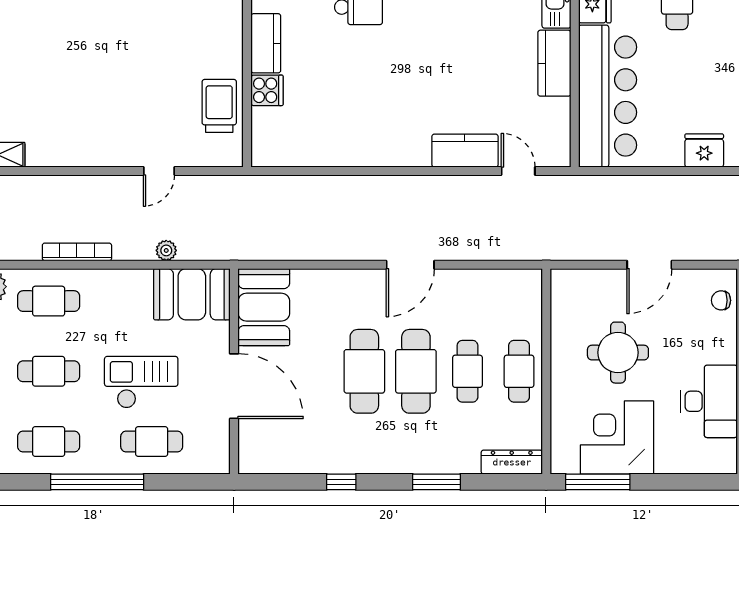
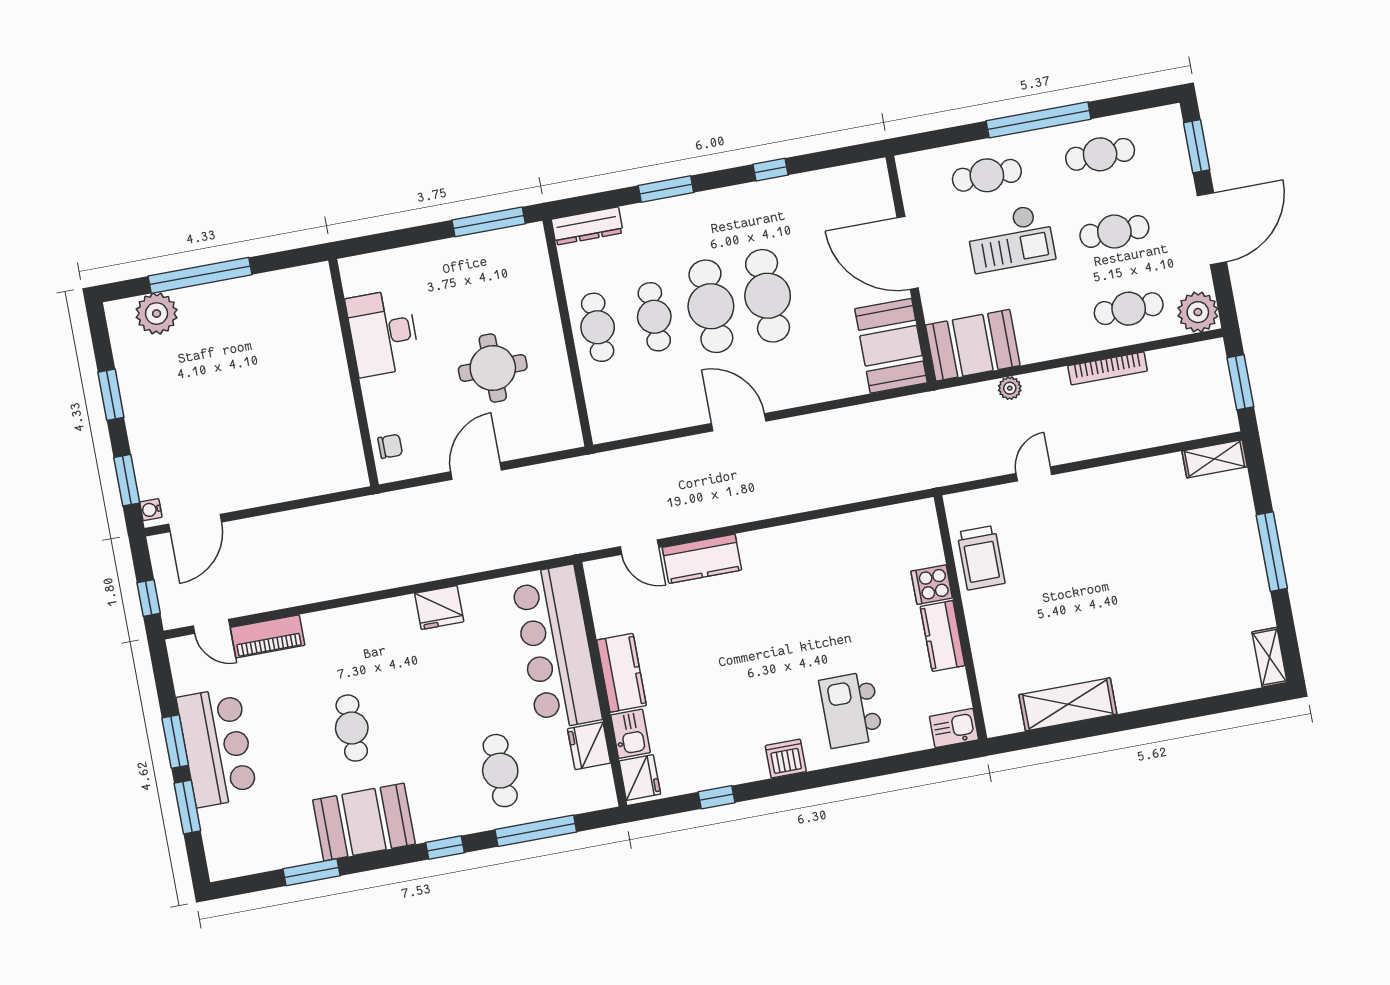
door: (410, 265) -> (739, 422), hinge flipped
corner desk: (617, 437) -> (477, 275), removed

